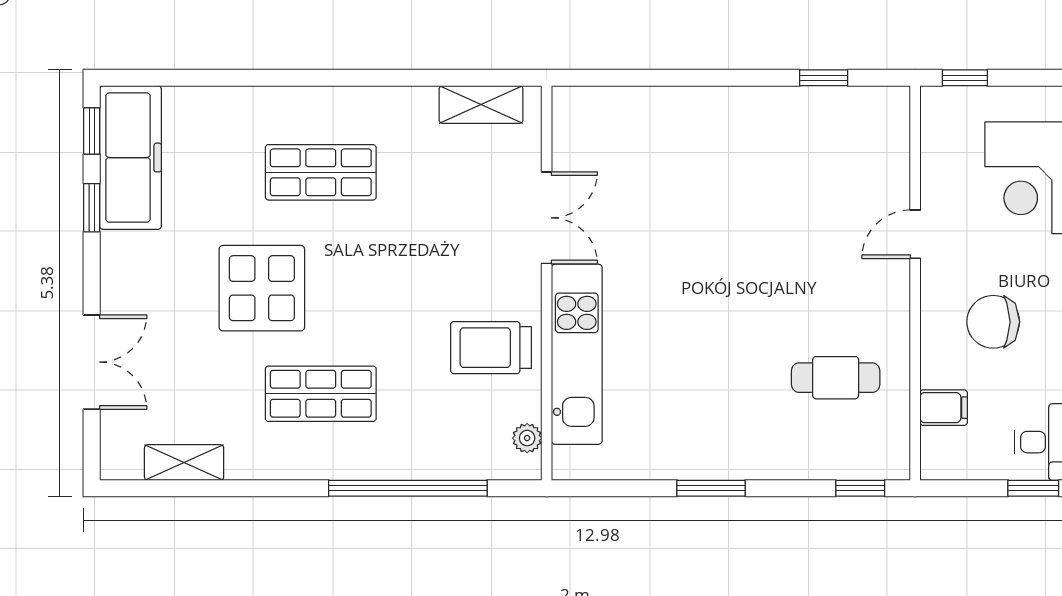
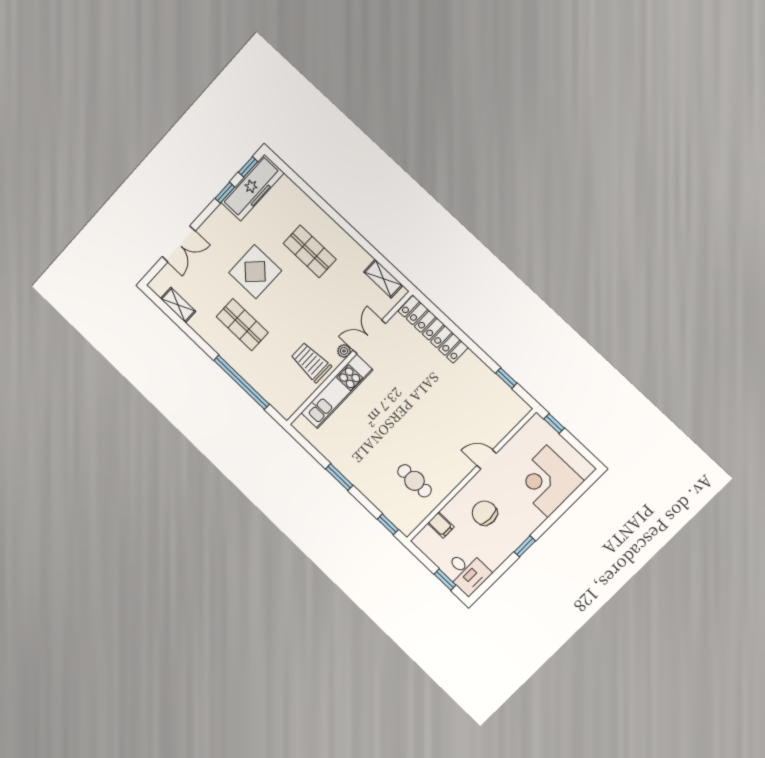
locker: (636, 110) -> (433, 329), added
double door: (547, 218) -> (369, 337), swing flipped
plant: (527, 438) -> (344, 351), moved

